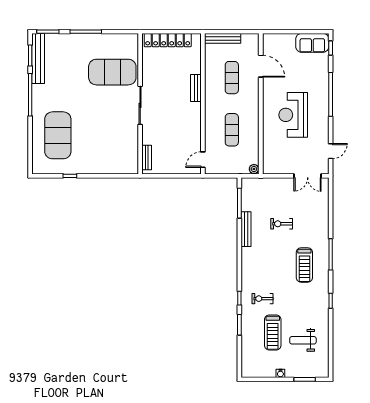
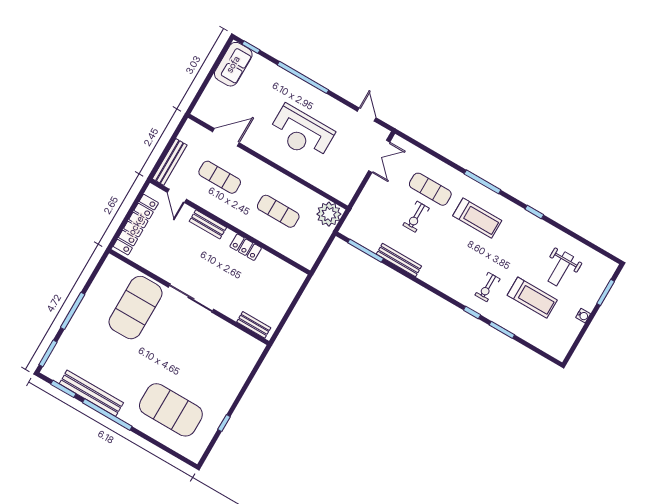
bench: (38, 58) -> (91, 393), moved
locker: (195, 122) -> (246, 247), added
door: (203, 160) -> (177, 196), moved
plant: (254, 169) -> (329, 214), width x1.87, depth x1.87
exercise mat: (305, 223) -> (430, 189), added

